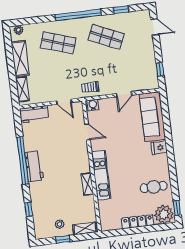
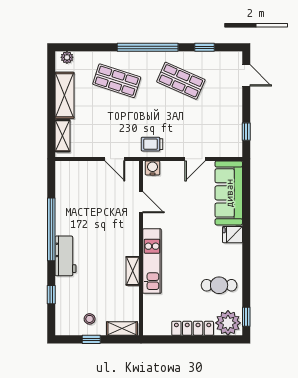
workbench: (34, 114) -> (74, 170), removed
workbench: (34, 166) -> (66, 256), moved

